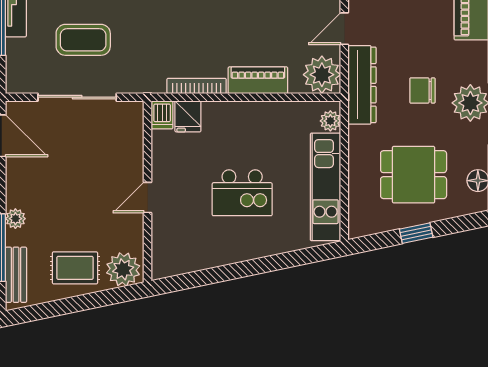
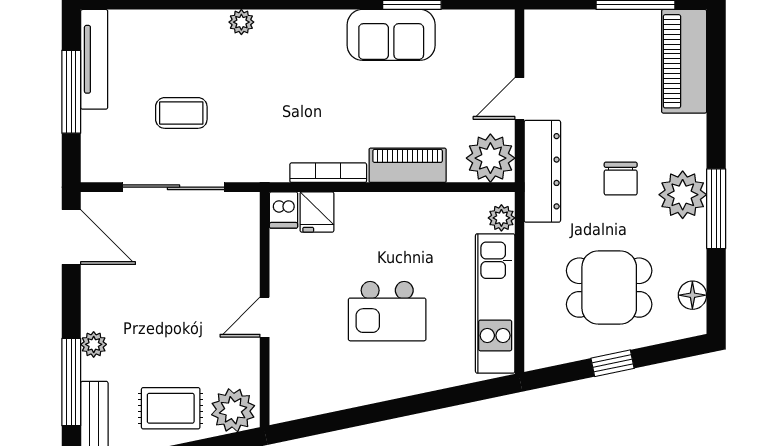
coffee table: (83, 40) -> (181, 113), width x0.73, depth x0.77
chair: (422, 90) -> (621, 179), turned -90

